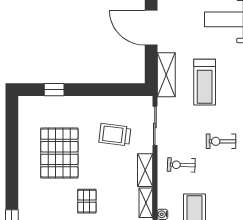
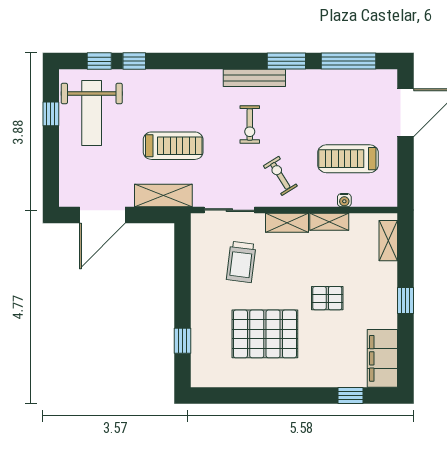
exercise bike: (181, 165) -> (280, 176), turned 146

